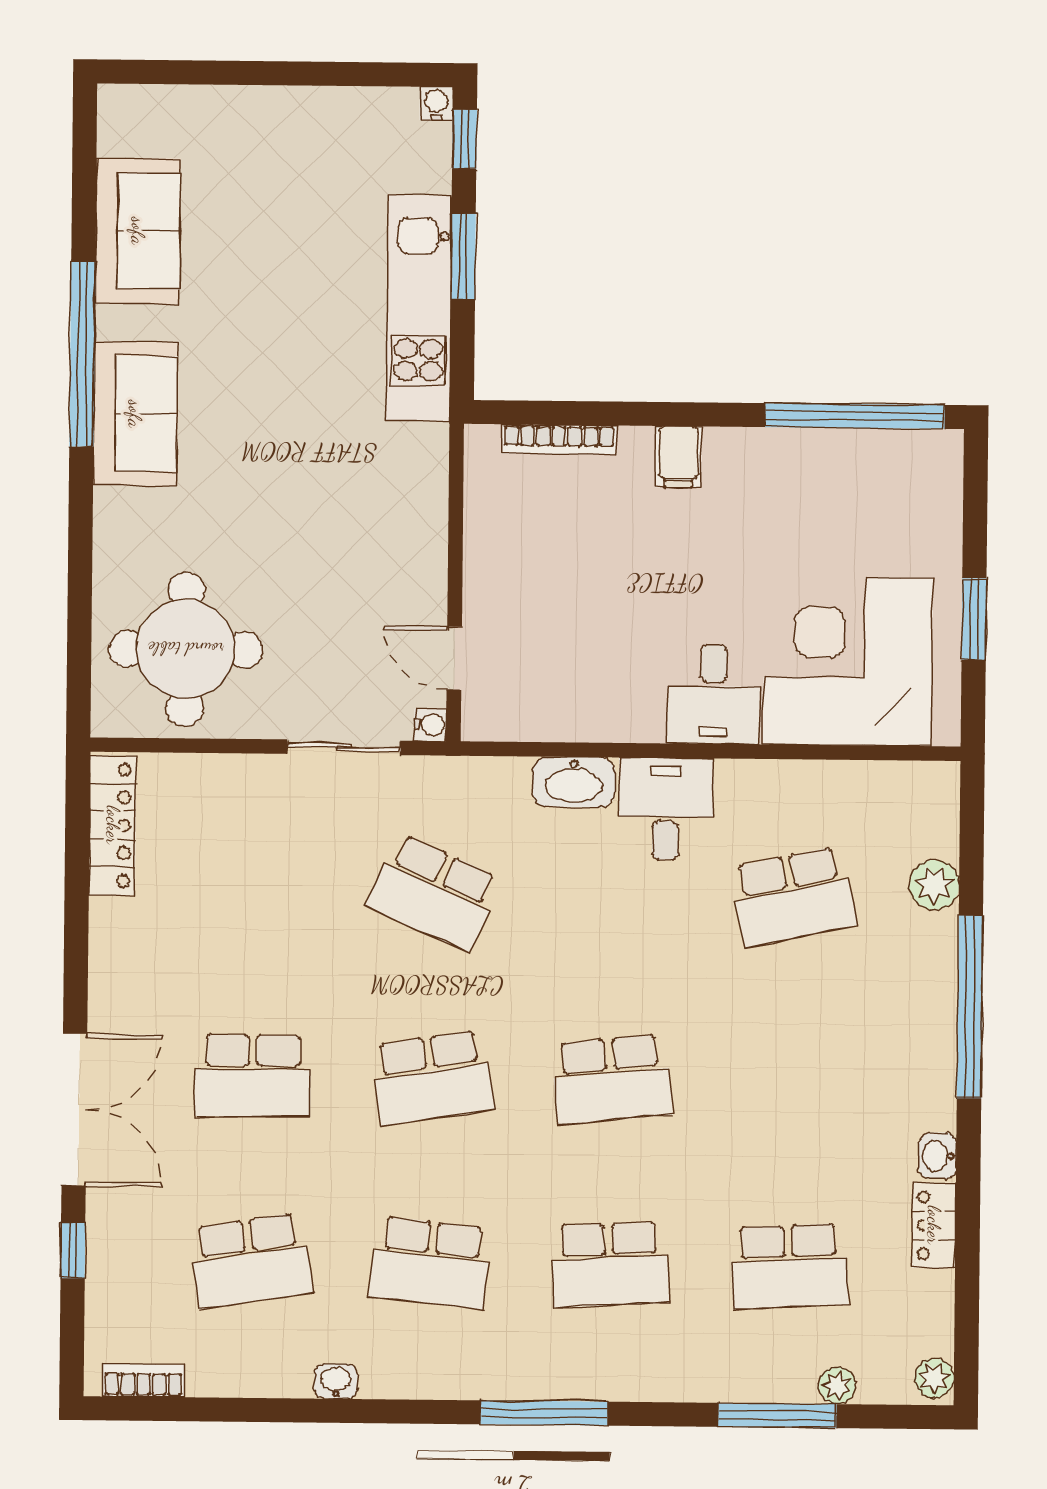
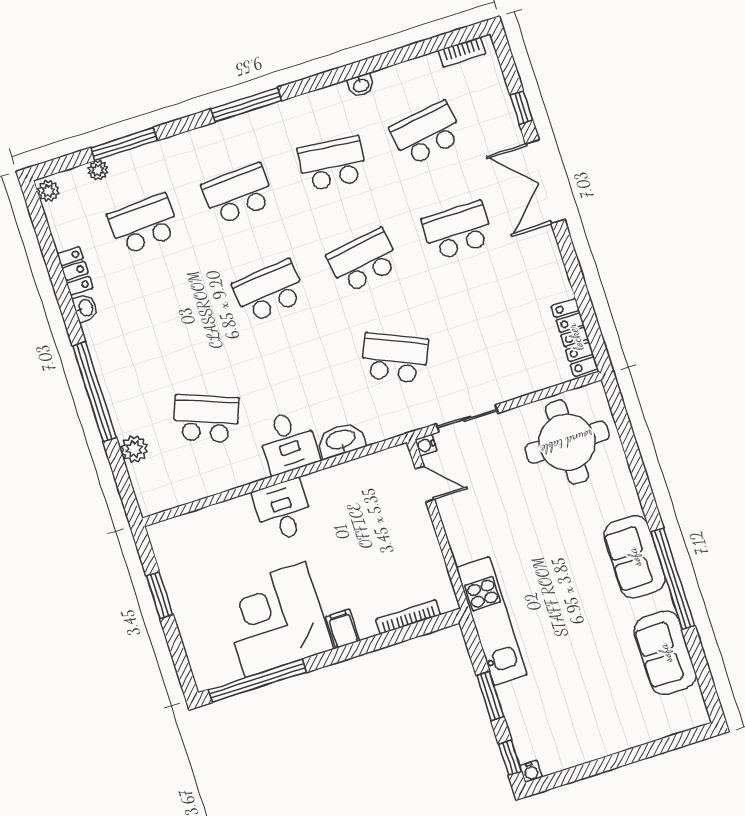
kitchen unit: (419, 308) -> (491, 621), moved
corner desk: (848, 661) -> (275, 619), moved, turned 180
school desk: (793, 896) -> (206, 419), turned 33

